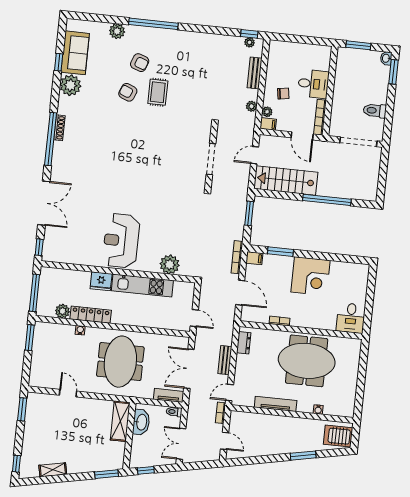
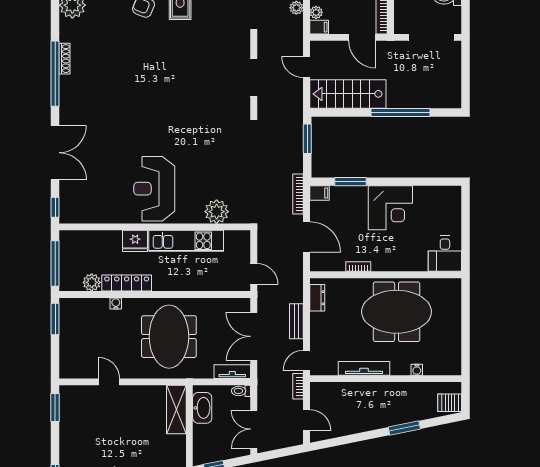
door: (255, 155) -> (306, 67), hinge flipped
server rack: (338, 436) -> (450, 403), width x0.73, depth x0.70

